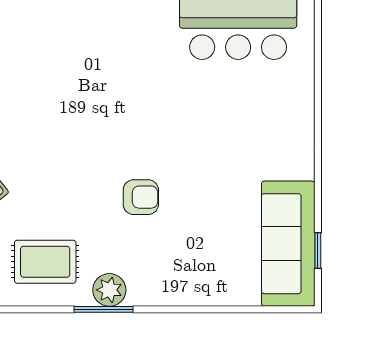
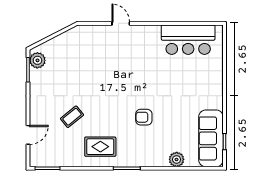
armchair: (141, 197) -> (144, 117), turned 180
plant: (109, 290) -> (177, 159), moved

